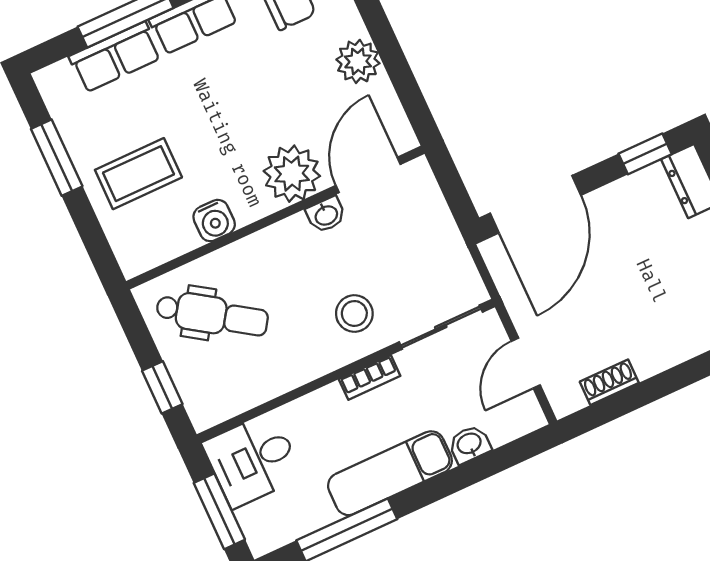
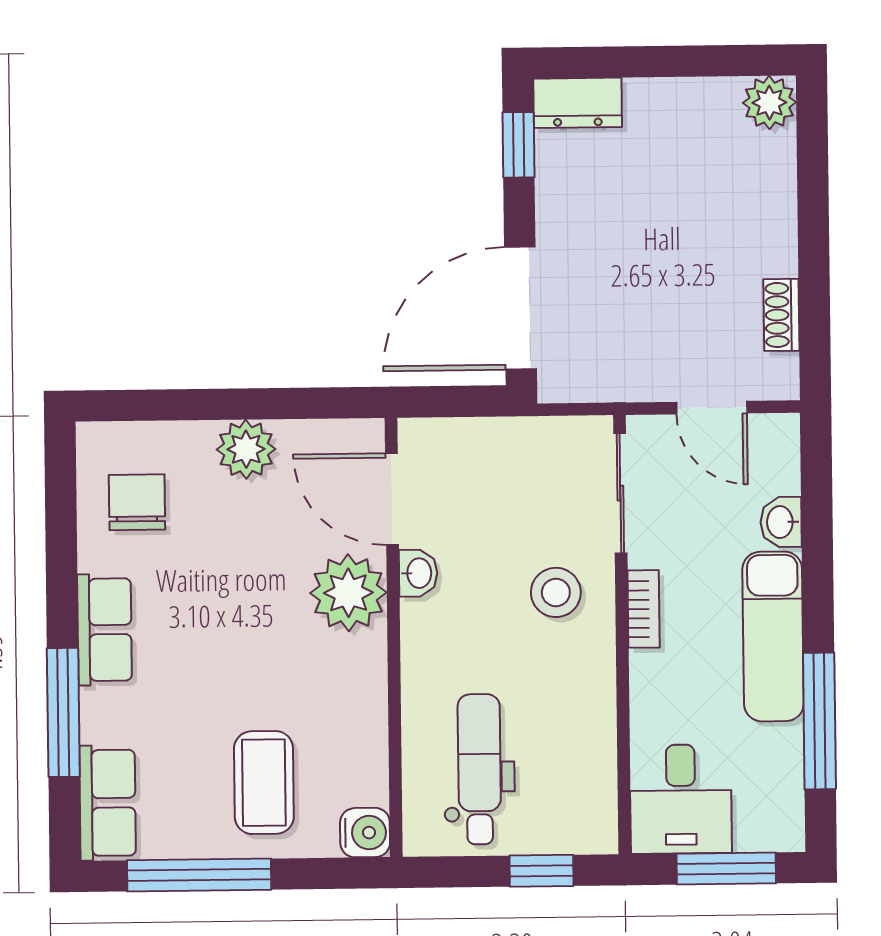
row of seats: (115, 57) -> (108, 803), moved
window: (57, 158) -> (199, 875), width x1.44
door: (536, 204) -> (520, 308), swing flipped
water cooler: (214, 221) -> (365, 833), moved
dental chair: (212, 315) -> (479, 769), turned -34

